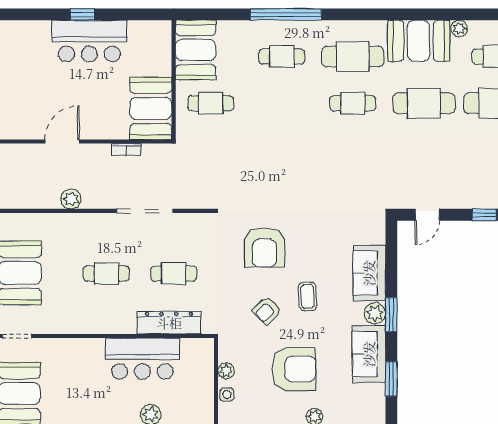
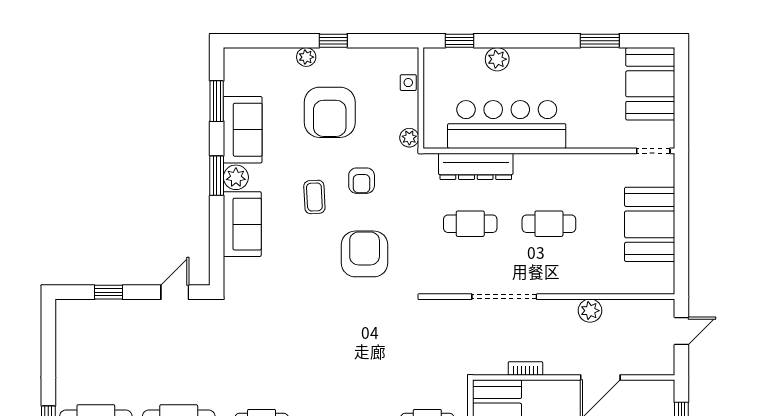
armchair: (267, 310) -> (362, 181), turned 135
bar counter: (142, 359) -> (507, 124), width x1.36
armchair: (294, 369) -> (330, 112), turned -90
plant: (226, 371) -> (409, 138), moved

